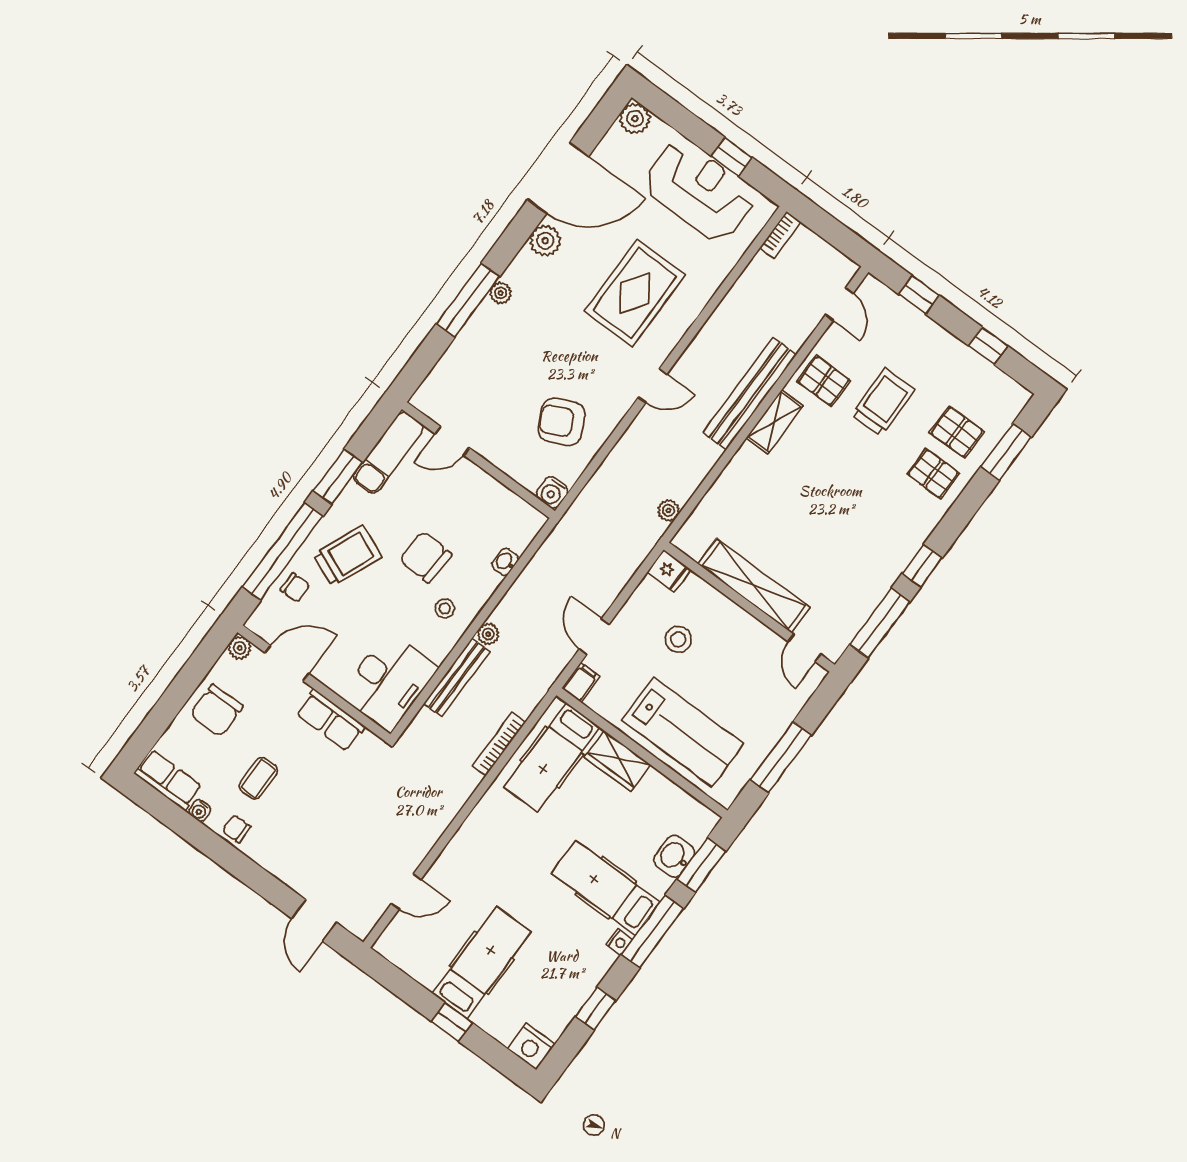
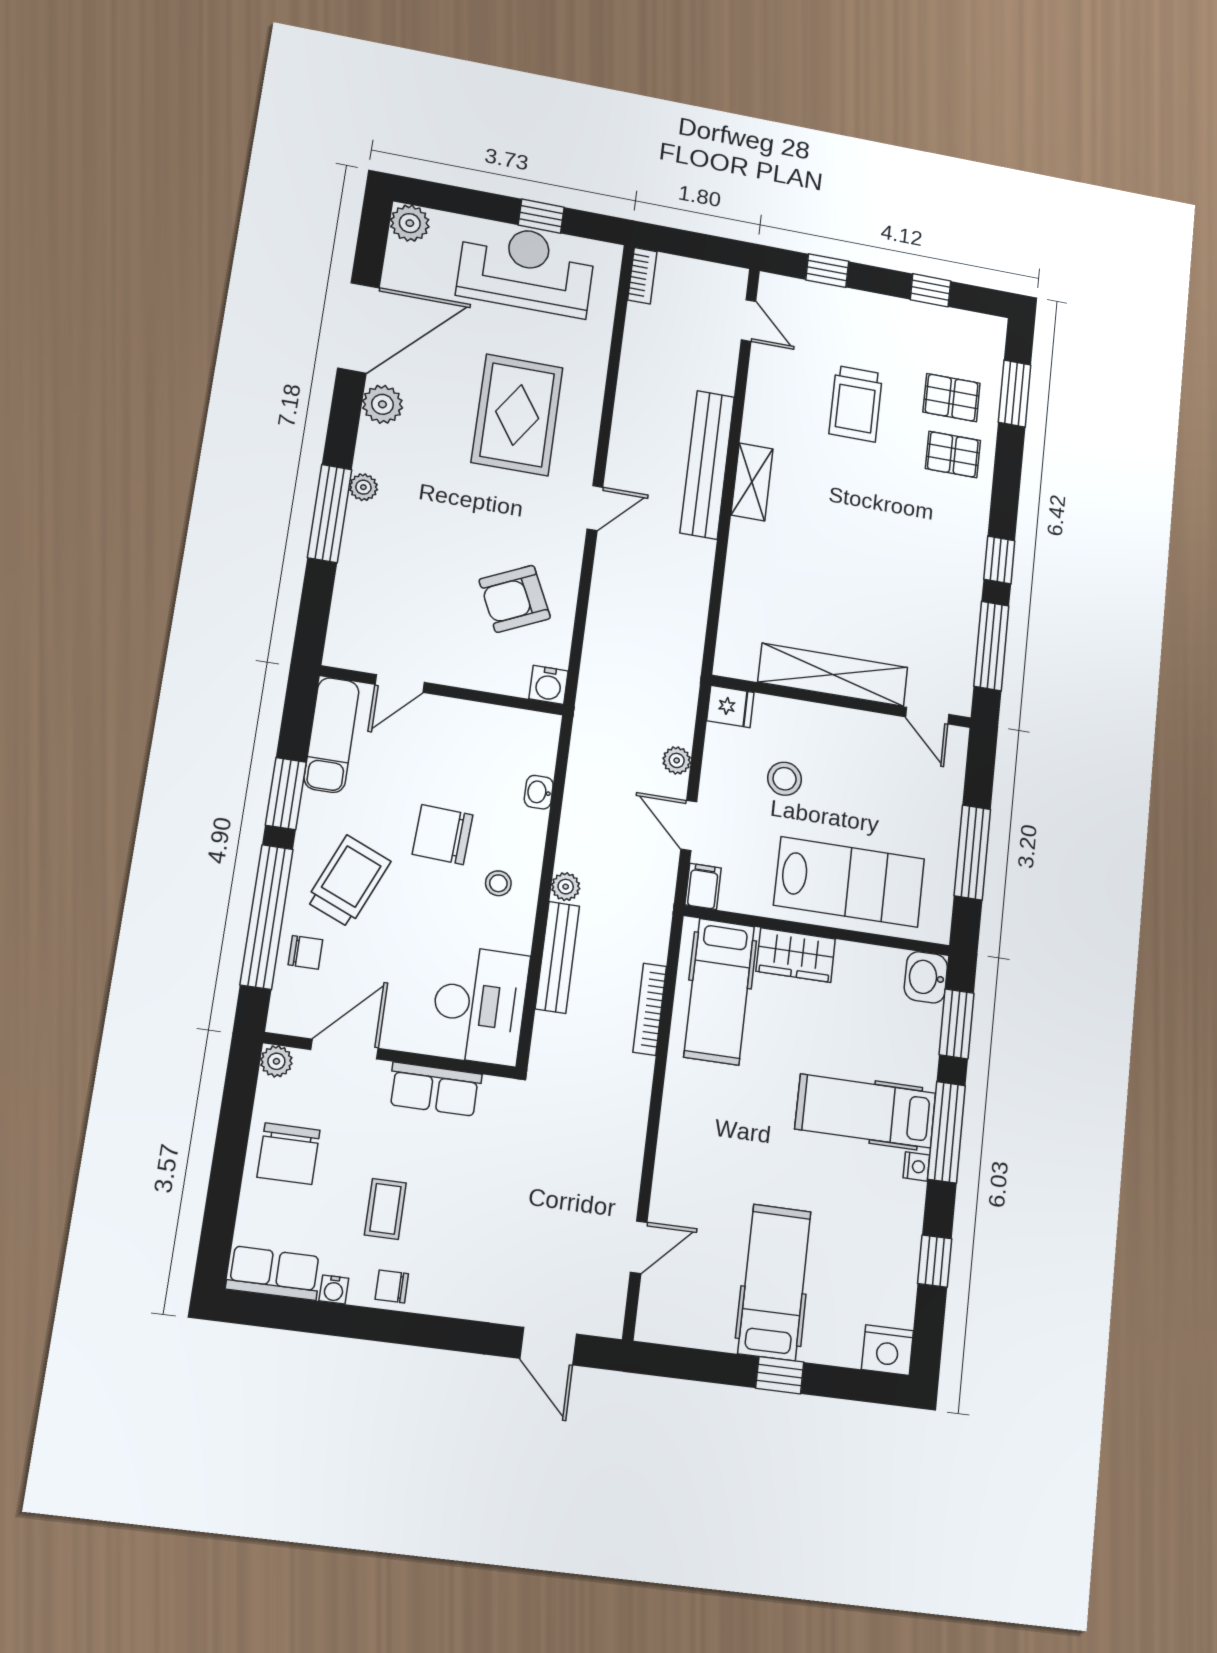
pallet: (824, 381) -> (779, 411), removed
trolley: (883, 402) -> (856, 404), turned 180
plant: (668, 510) -> (677, 760), moved
washbasin: (674, 856) -> (926, 977), moved

